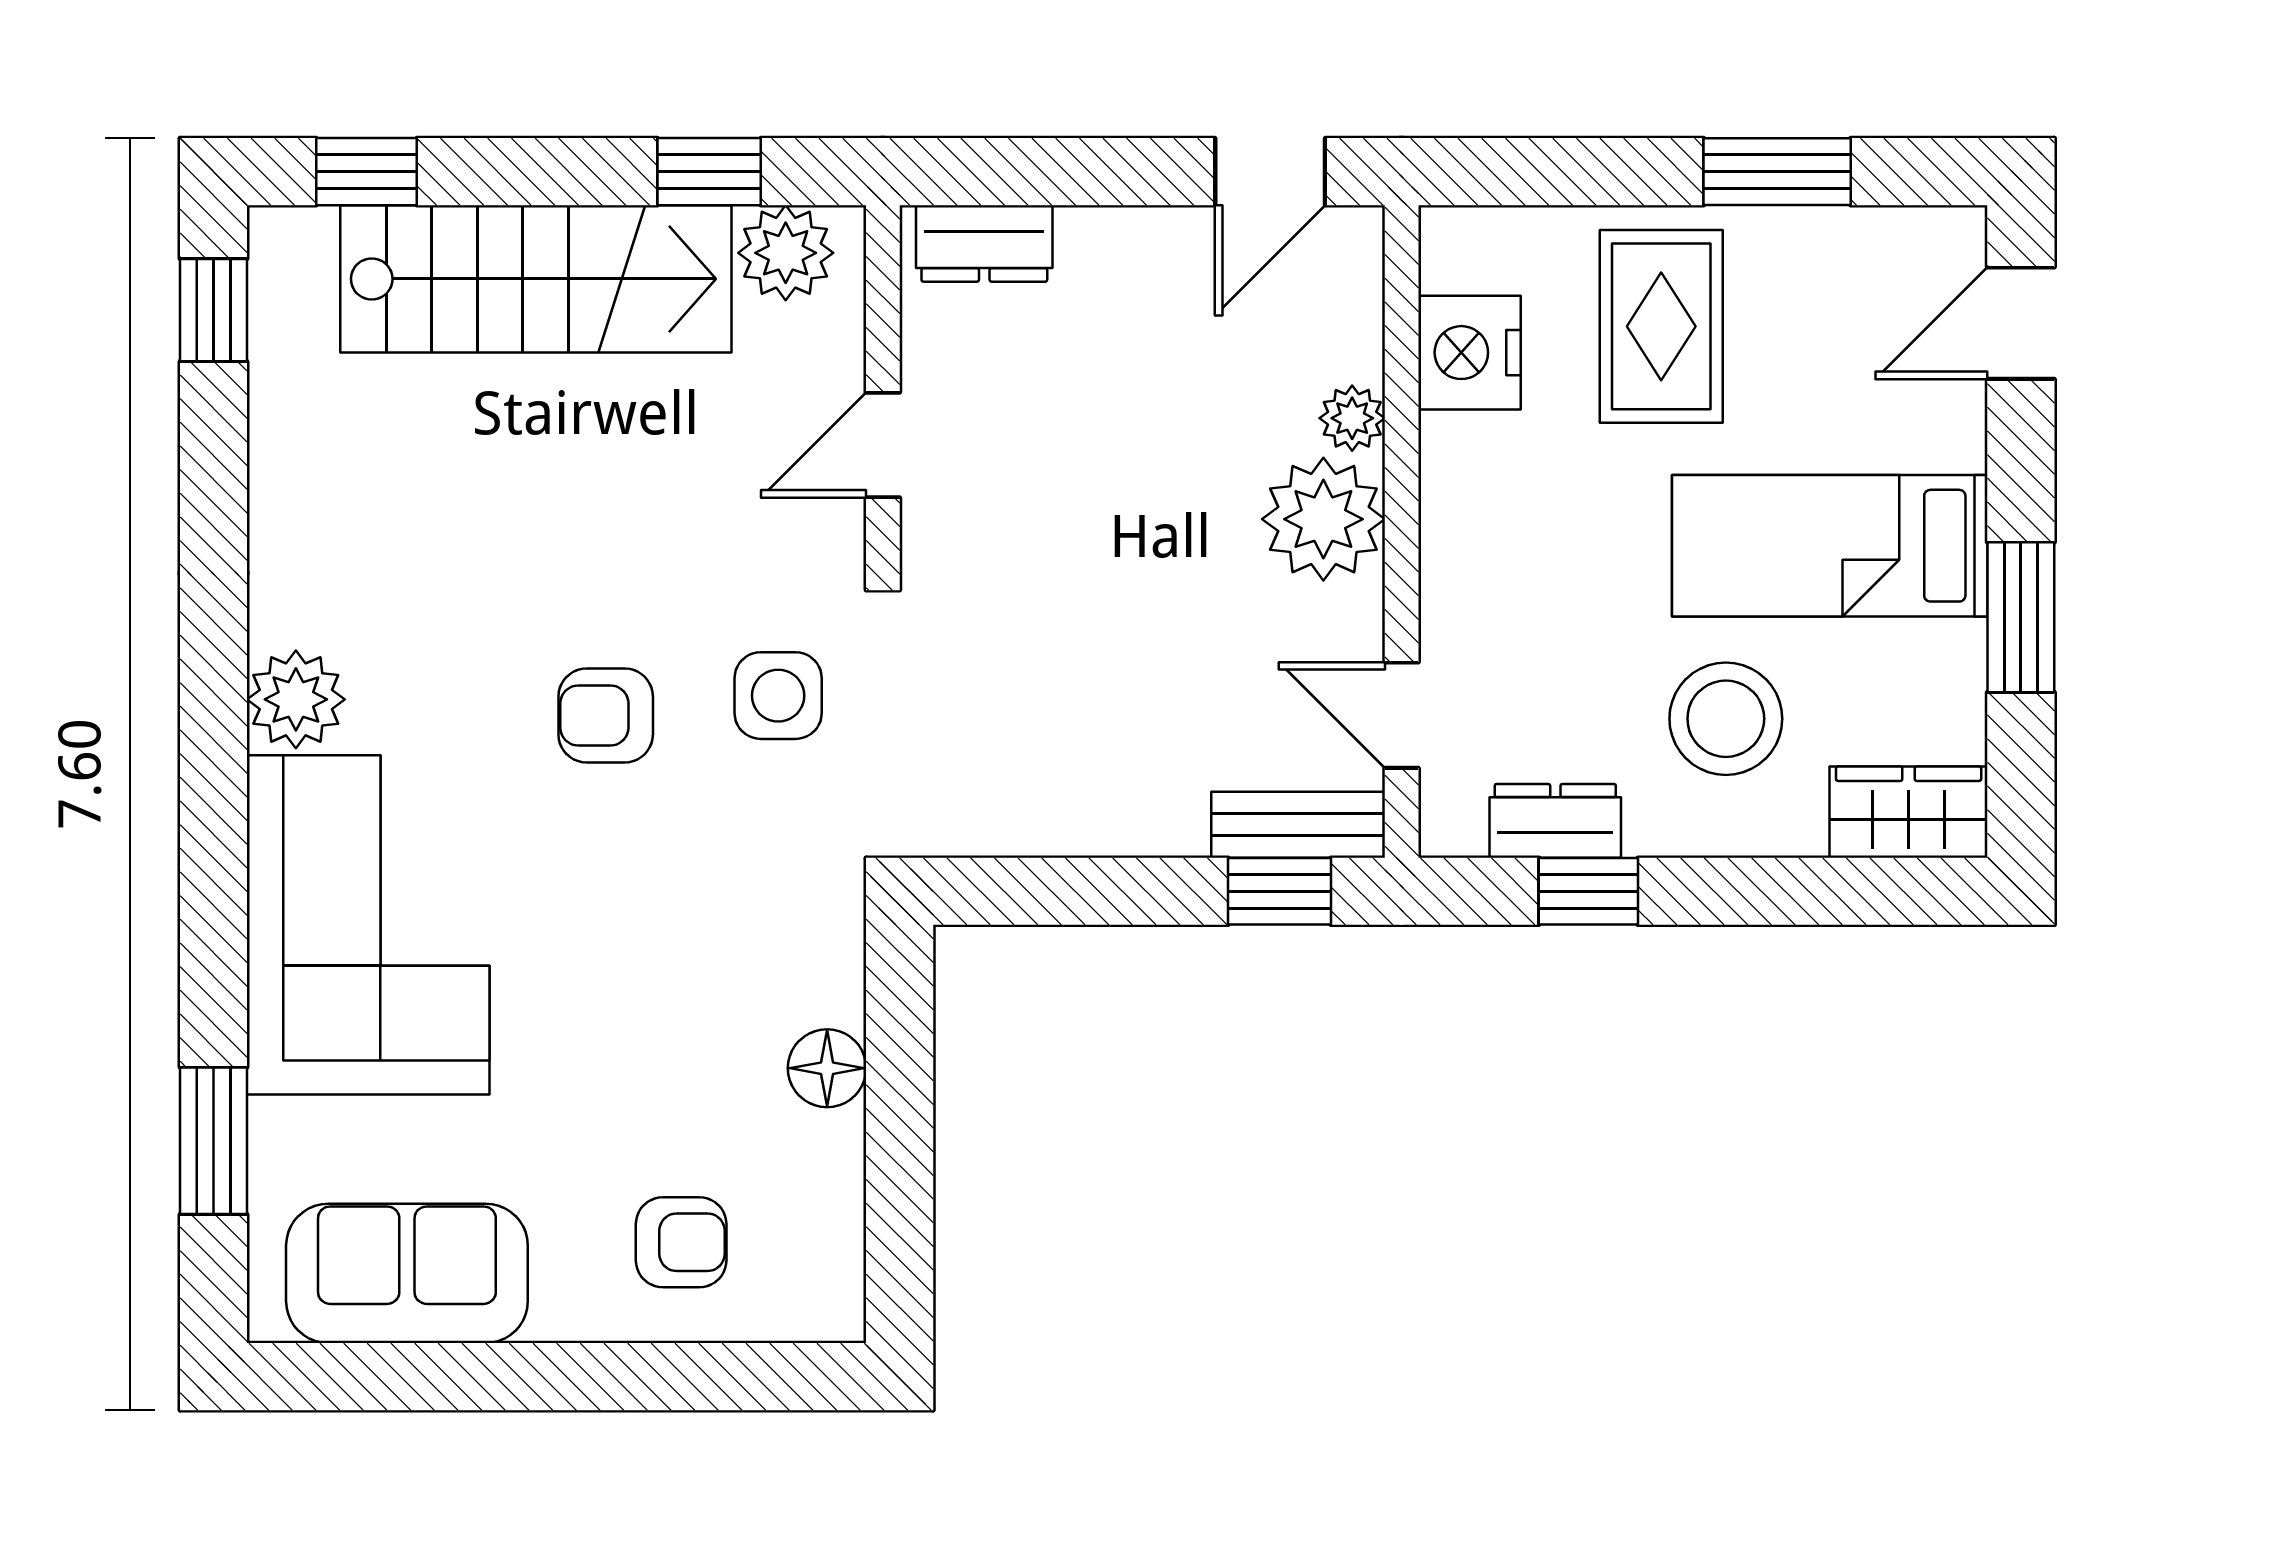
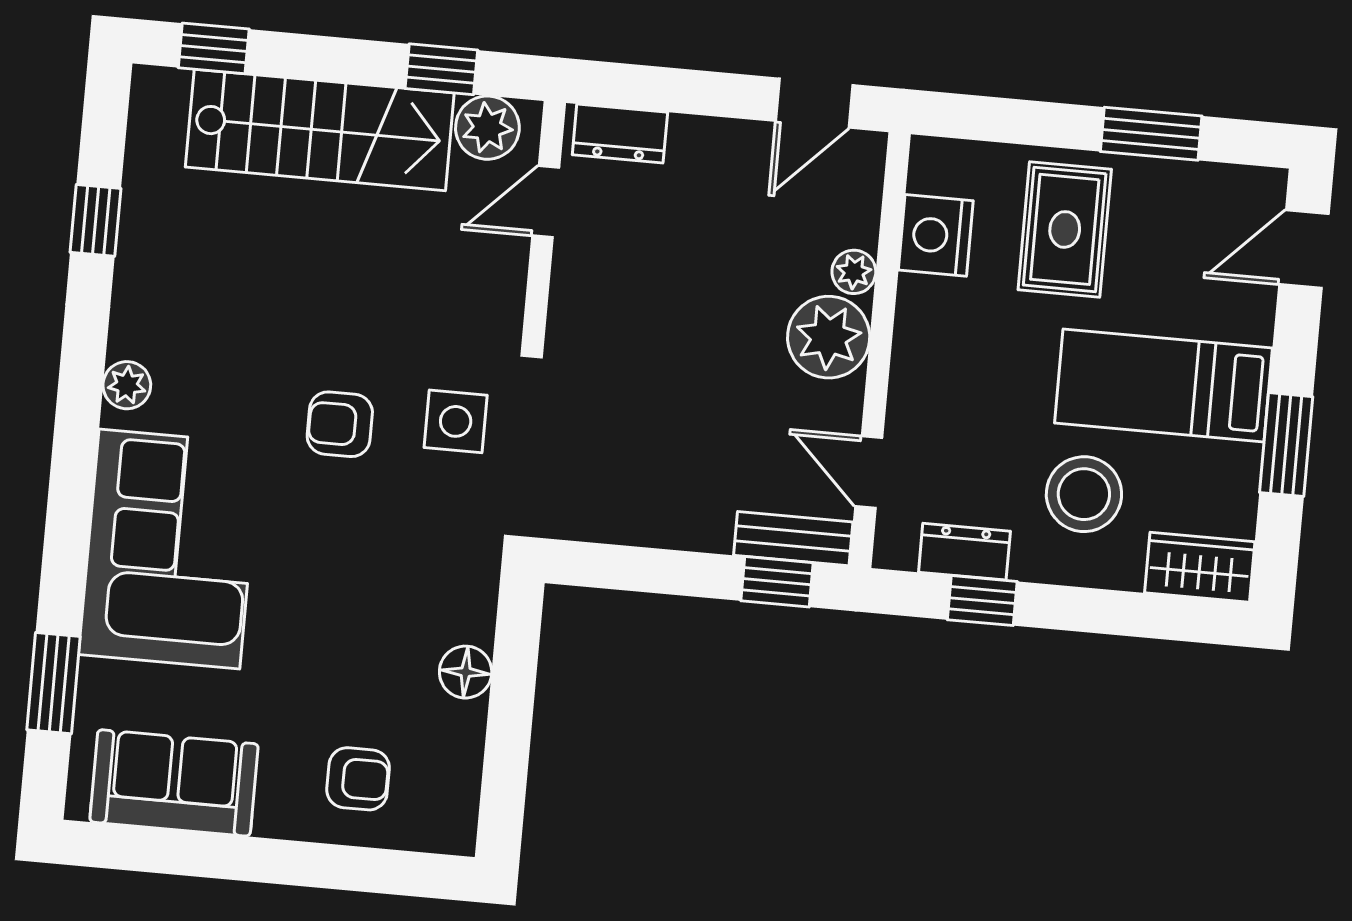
window: (213, 310) -> (96, 220), moved
door: (883, 445) -> (546, 202), moved
plant: (296, 699) -> (127, 385), width x0.73, depth x0.73

